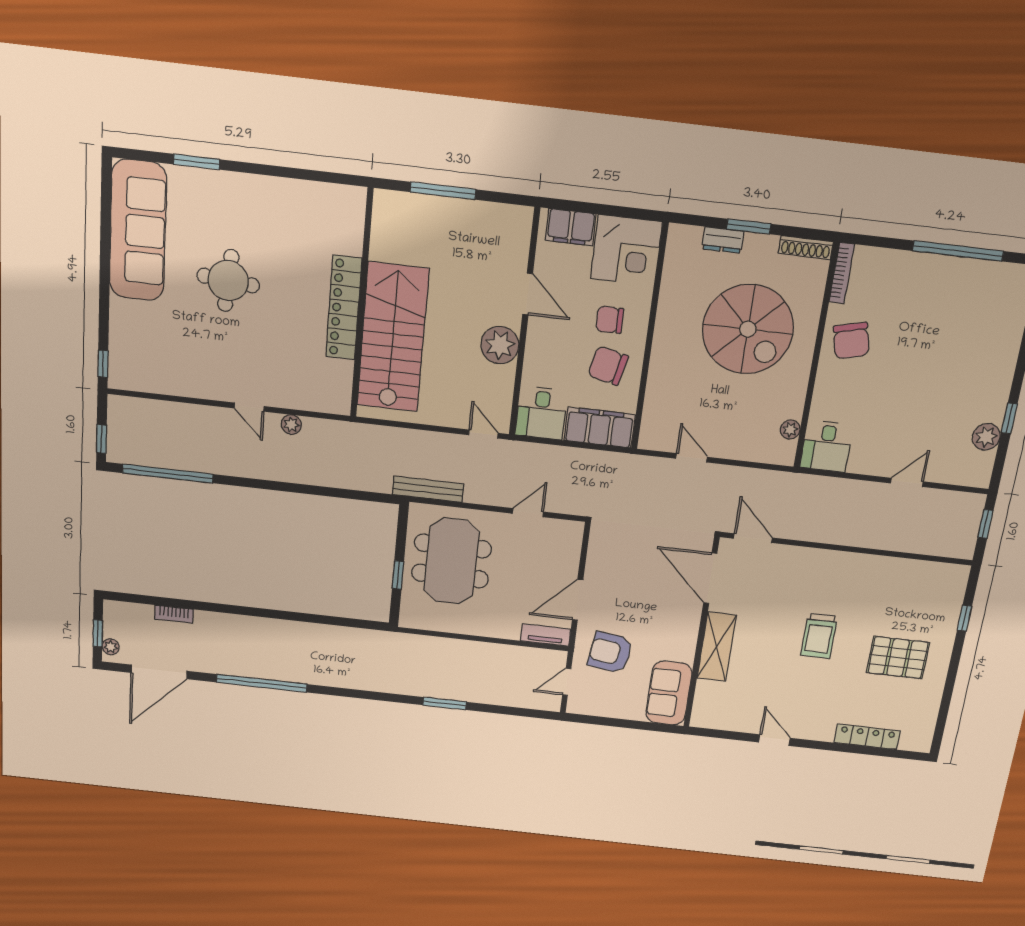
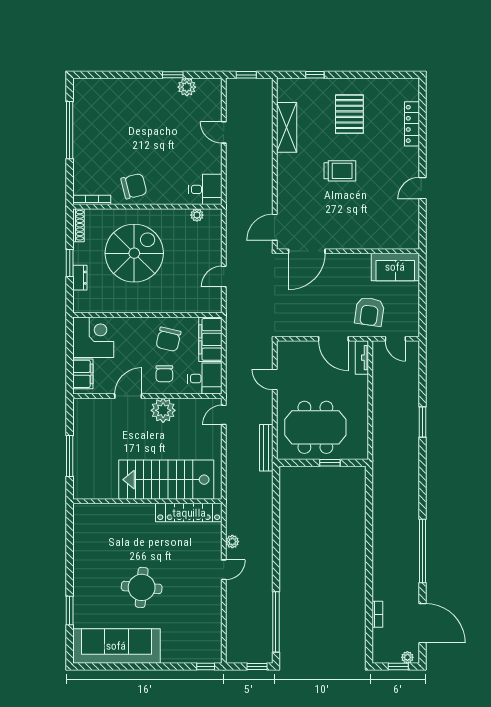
locker: (344, 308) -> (189, 513), moved
chair: (610, 320) -> (164, 374), moved
shelving: (717, 647) -> (287, 127), moved, turned 90

